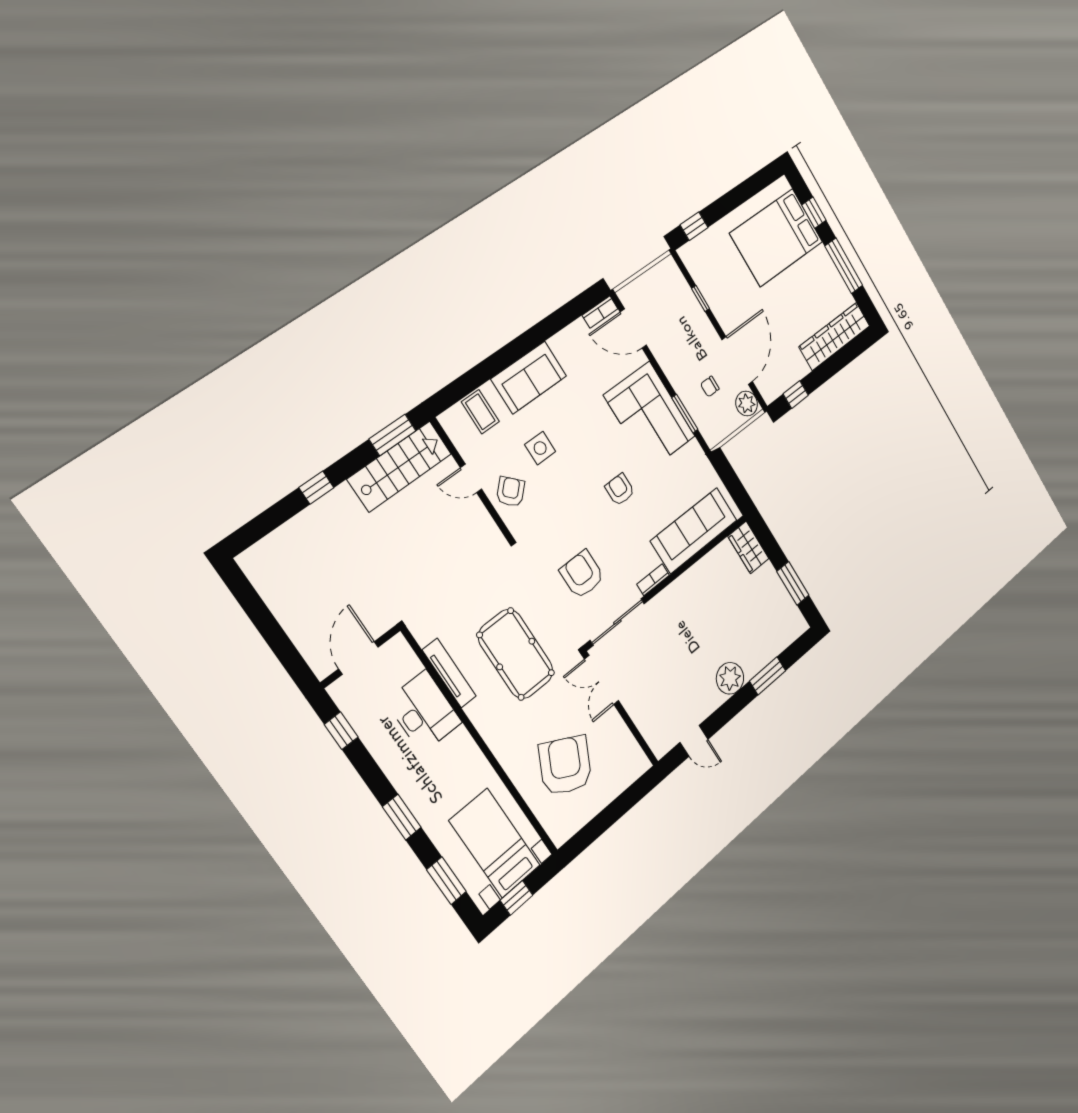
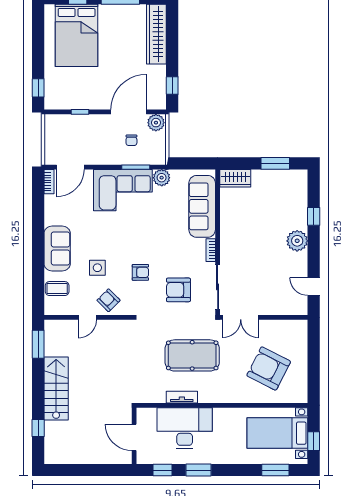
door: (737, 361) -> (129, 112), hinge flipped
plant: (693, 455) -> (162, 178), added
stairs: (400, 466) -> (56, 389), moved
window: (316, 488) -> (38, 428), moved
armchair: (620, 490) -> (140, 272), moved, turned 180
tv unit: (449, 673) -> (182, 397), width x0.71
window: (768, 676) -> (314, 216), width x0.67
desk: (424, 712) -> (185, 428), width x1.36, depth x1.30
door: (694, 741) -> (314, 287), swing flipped
window: (402, 817) -> (199, 470), moved

